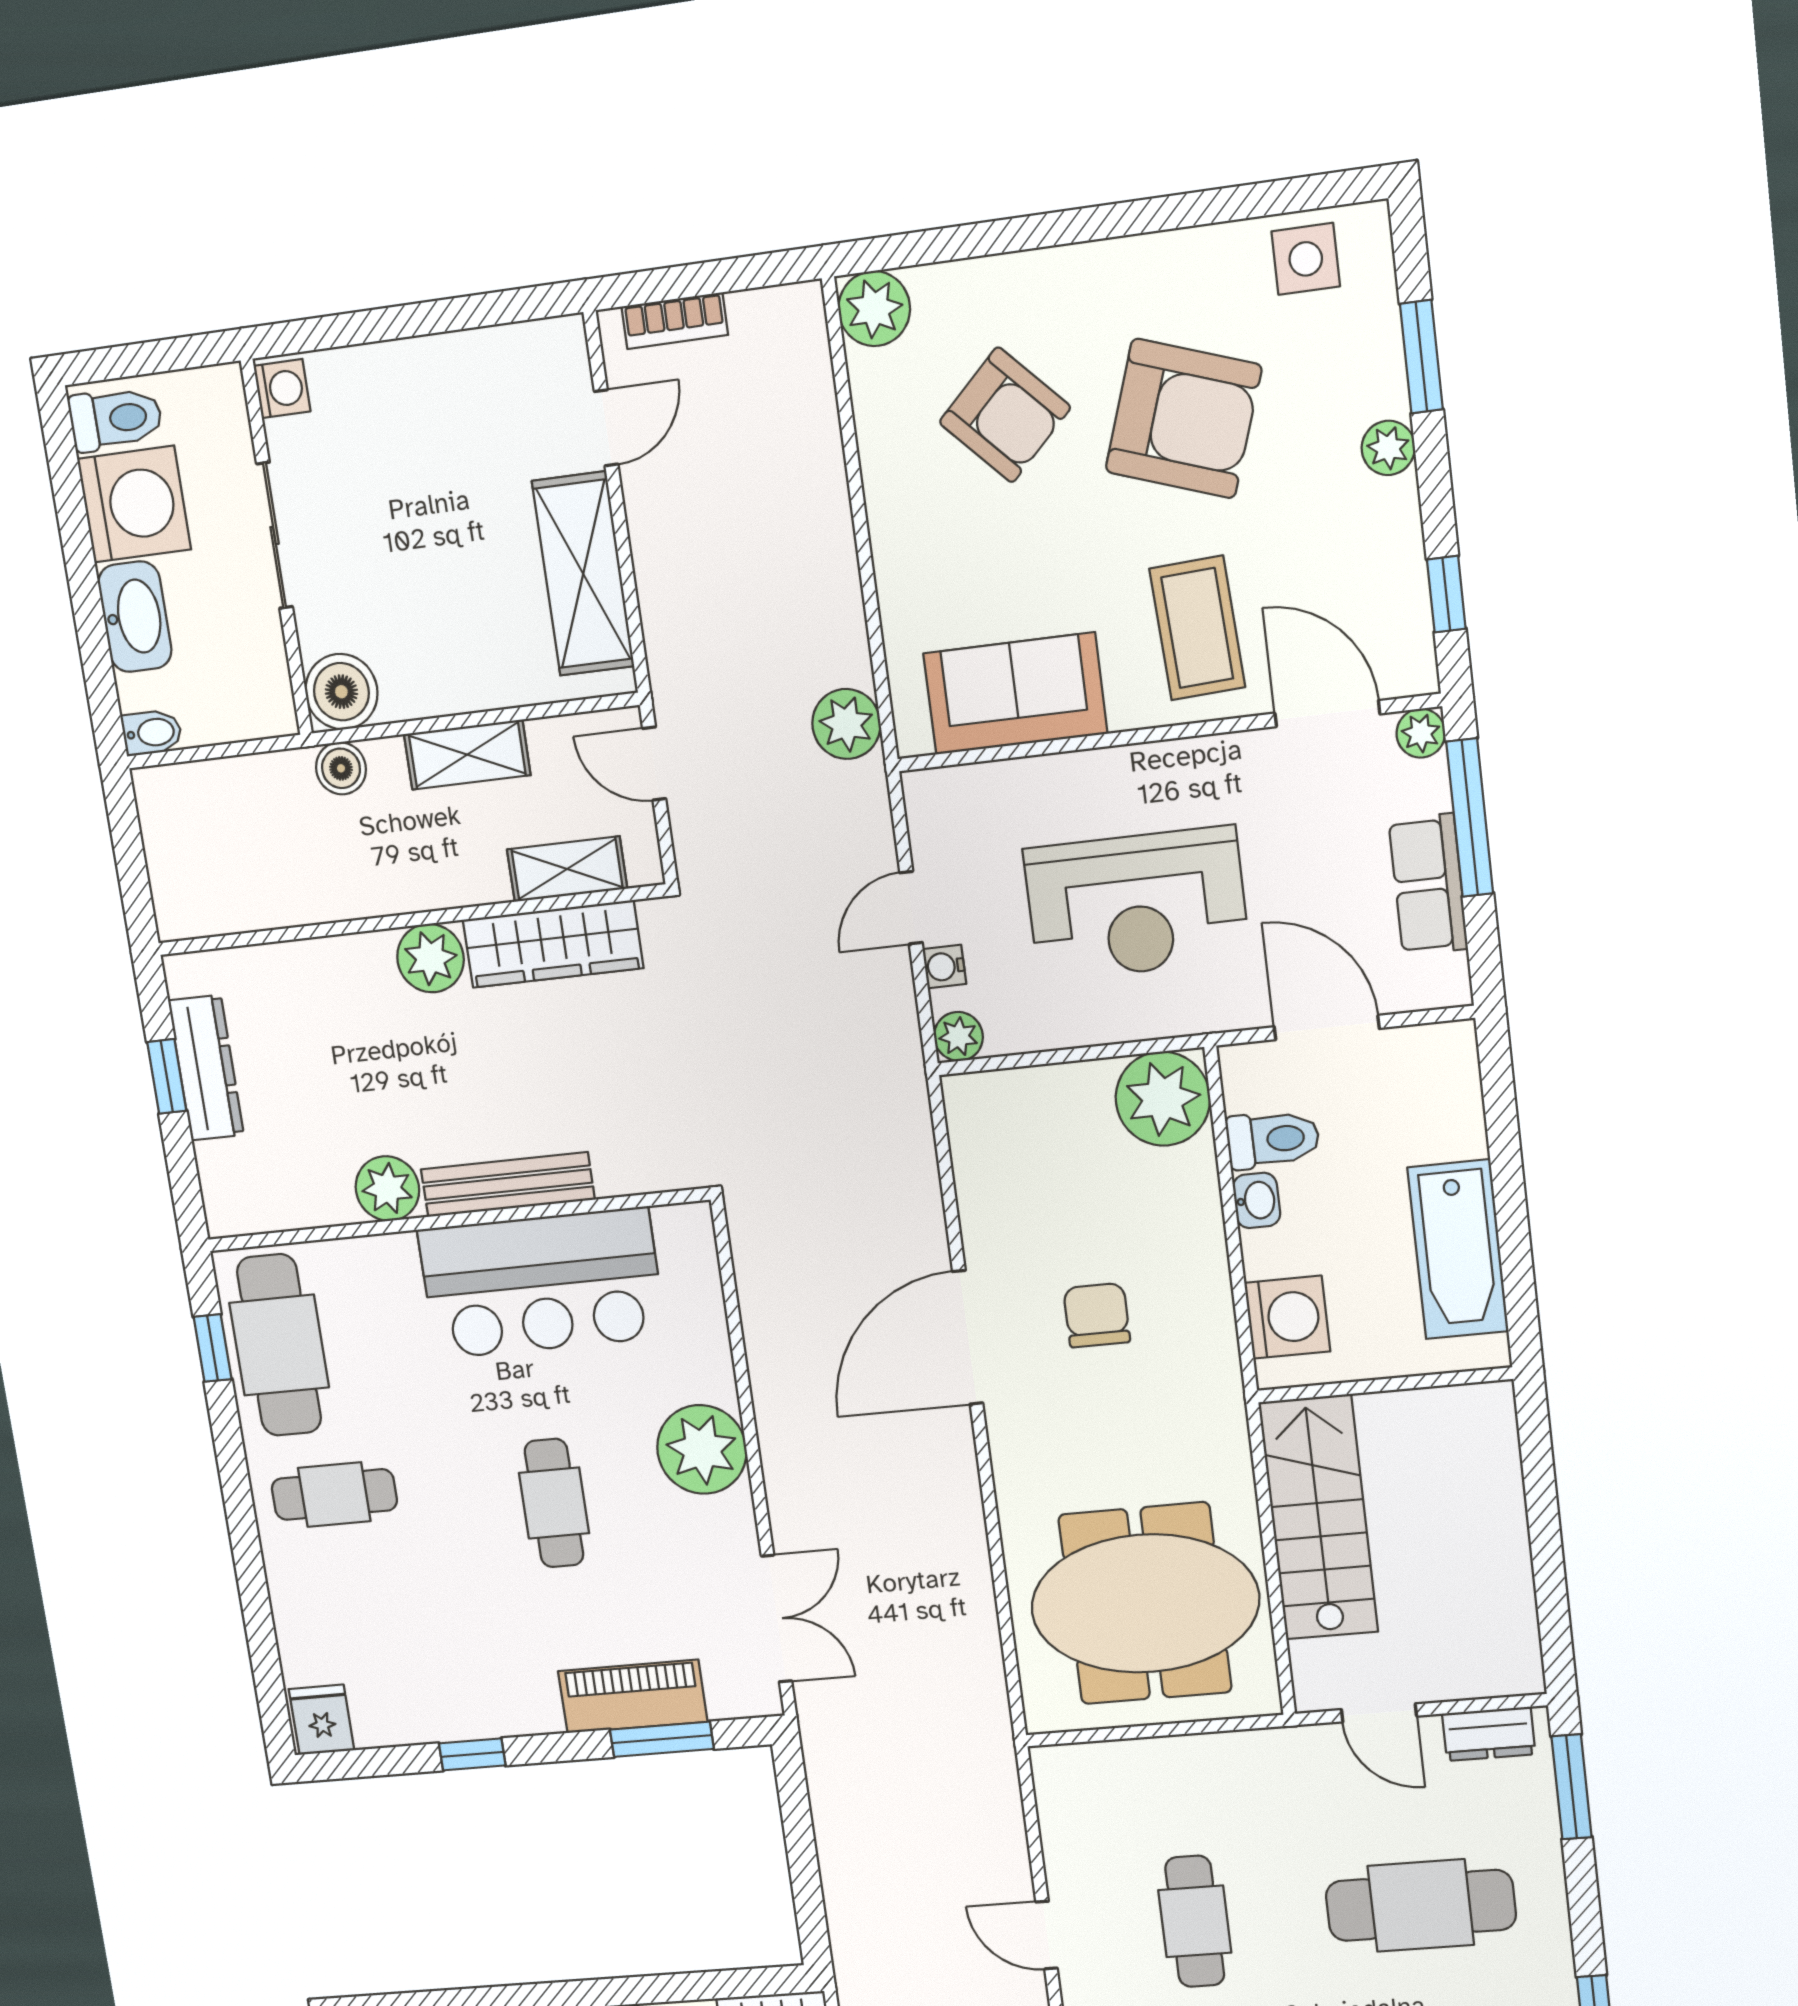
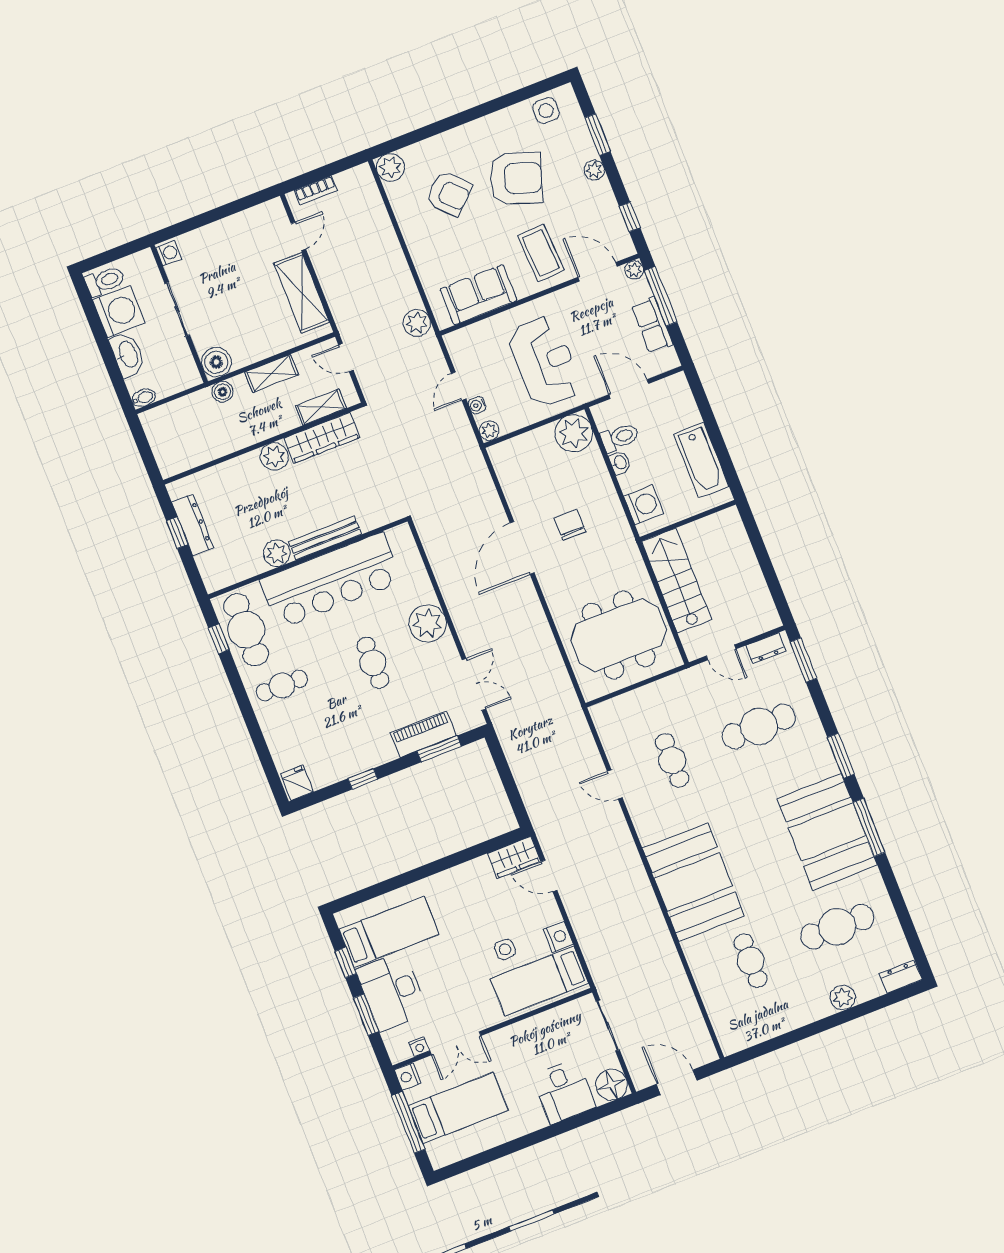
reception desk: (1137, 904) -> (545, 362), turned -90
bar counter: (542, 1283) -> (331, 581), width x1.36

